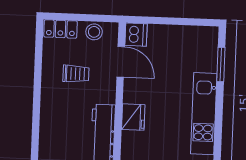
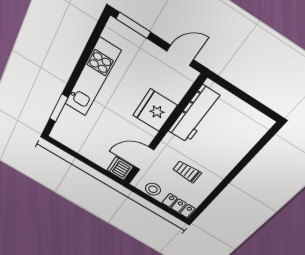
door: (121, 62) -> (144, 158), hinge flipped
fridge: (133, 117) -> (155, 110), width x1.36, depth x1.34

